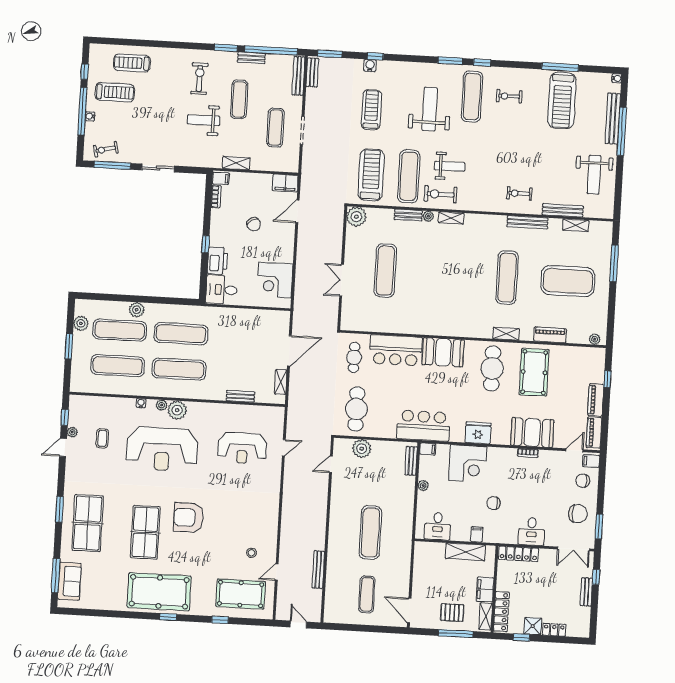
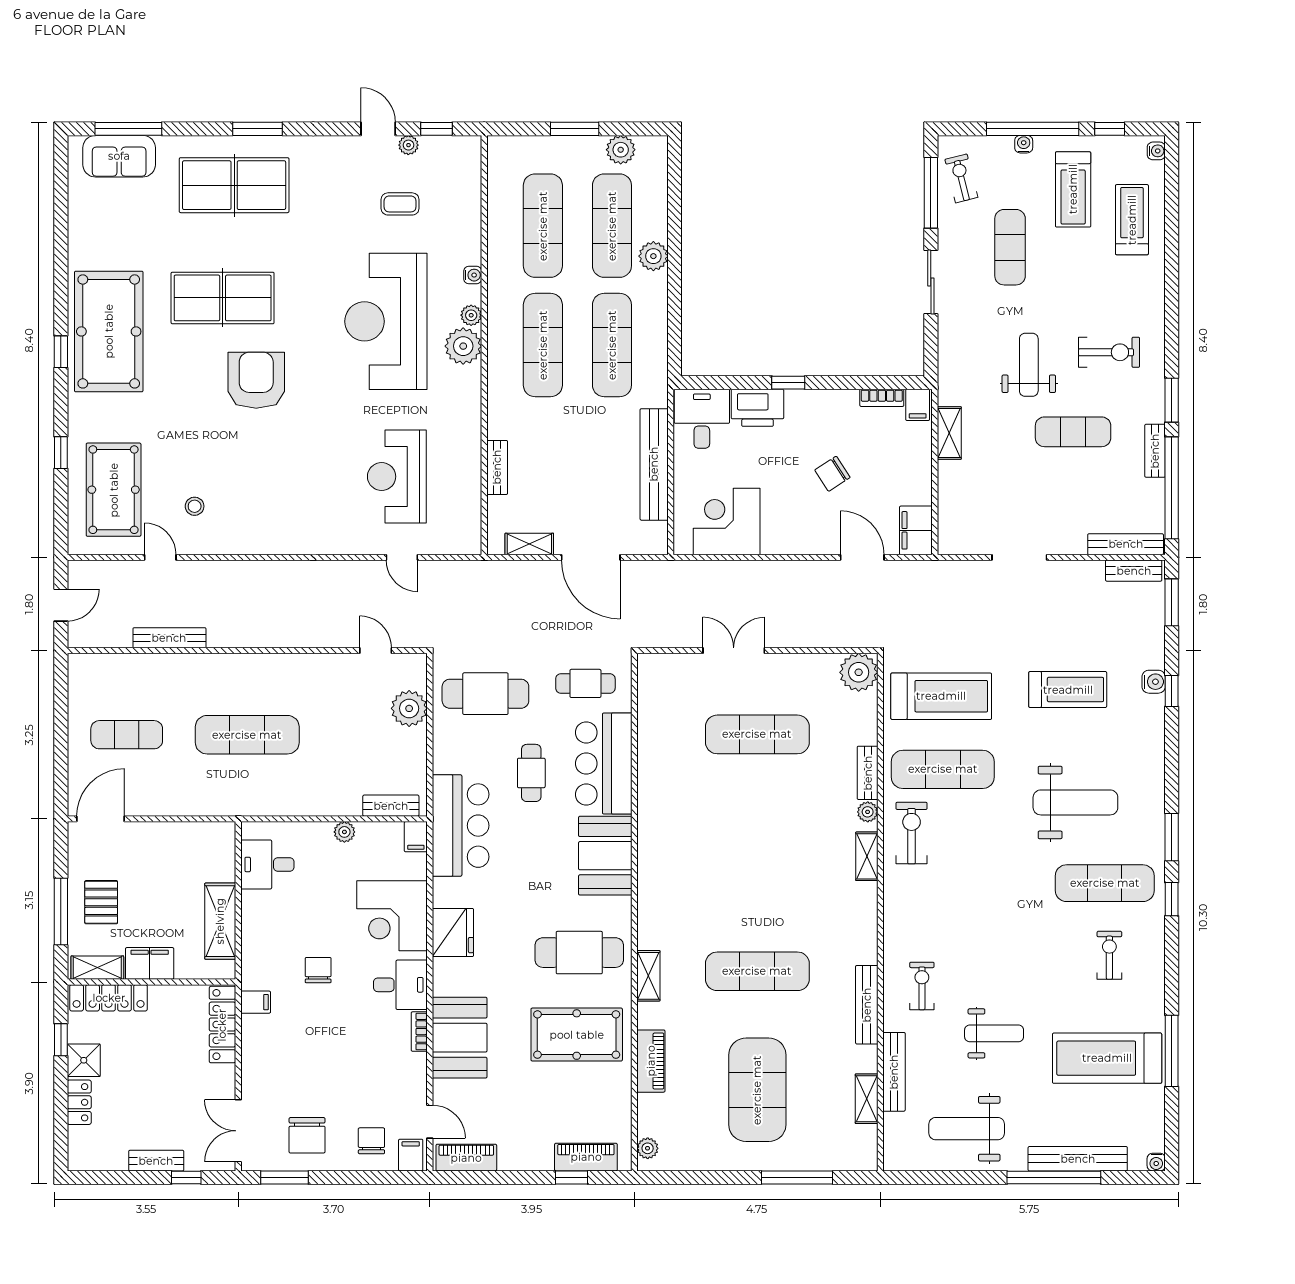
water cooler: (97, 48) -> (1156, 151), added
exercise mat: (275, 128) -> (1010, 247), moved, turned 90
weight bench: (450, 166) -> (994, 1033), moved, turned -90
bench: (244, 316) -> (654, 464), added
cafe table: (398, 388) -> (531, 773), added
piano: (596, 400) -> (586, 1157), moved
desk: (532, 531) -> (400, 985), moved, turned 180
filing cabinet: (477, 534) -> (256, 1002), moved

